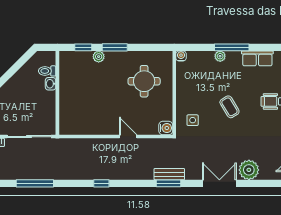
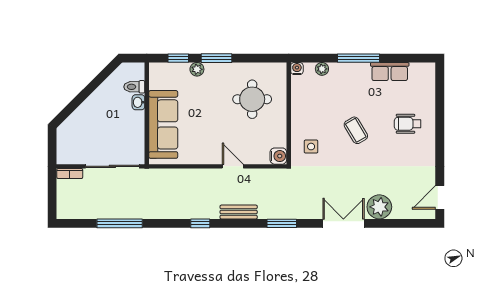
plant: (220, 56) -> (322, 69), moved
sofa: (71, 102) -> (163, 124), added
bench: (169, 174) -> (239, 212), moved

